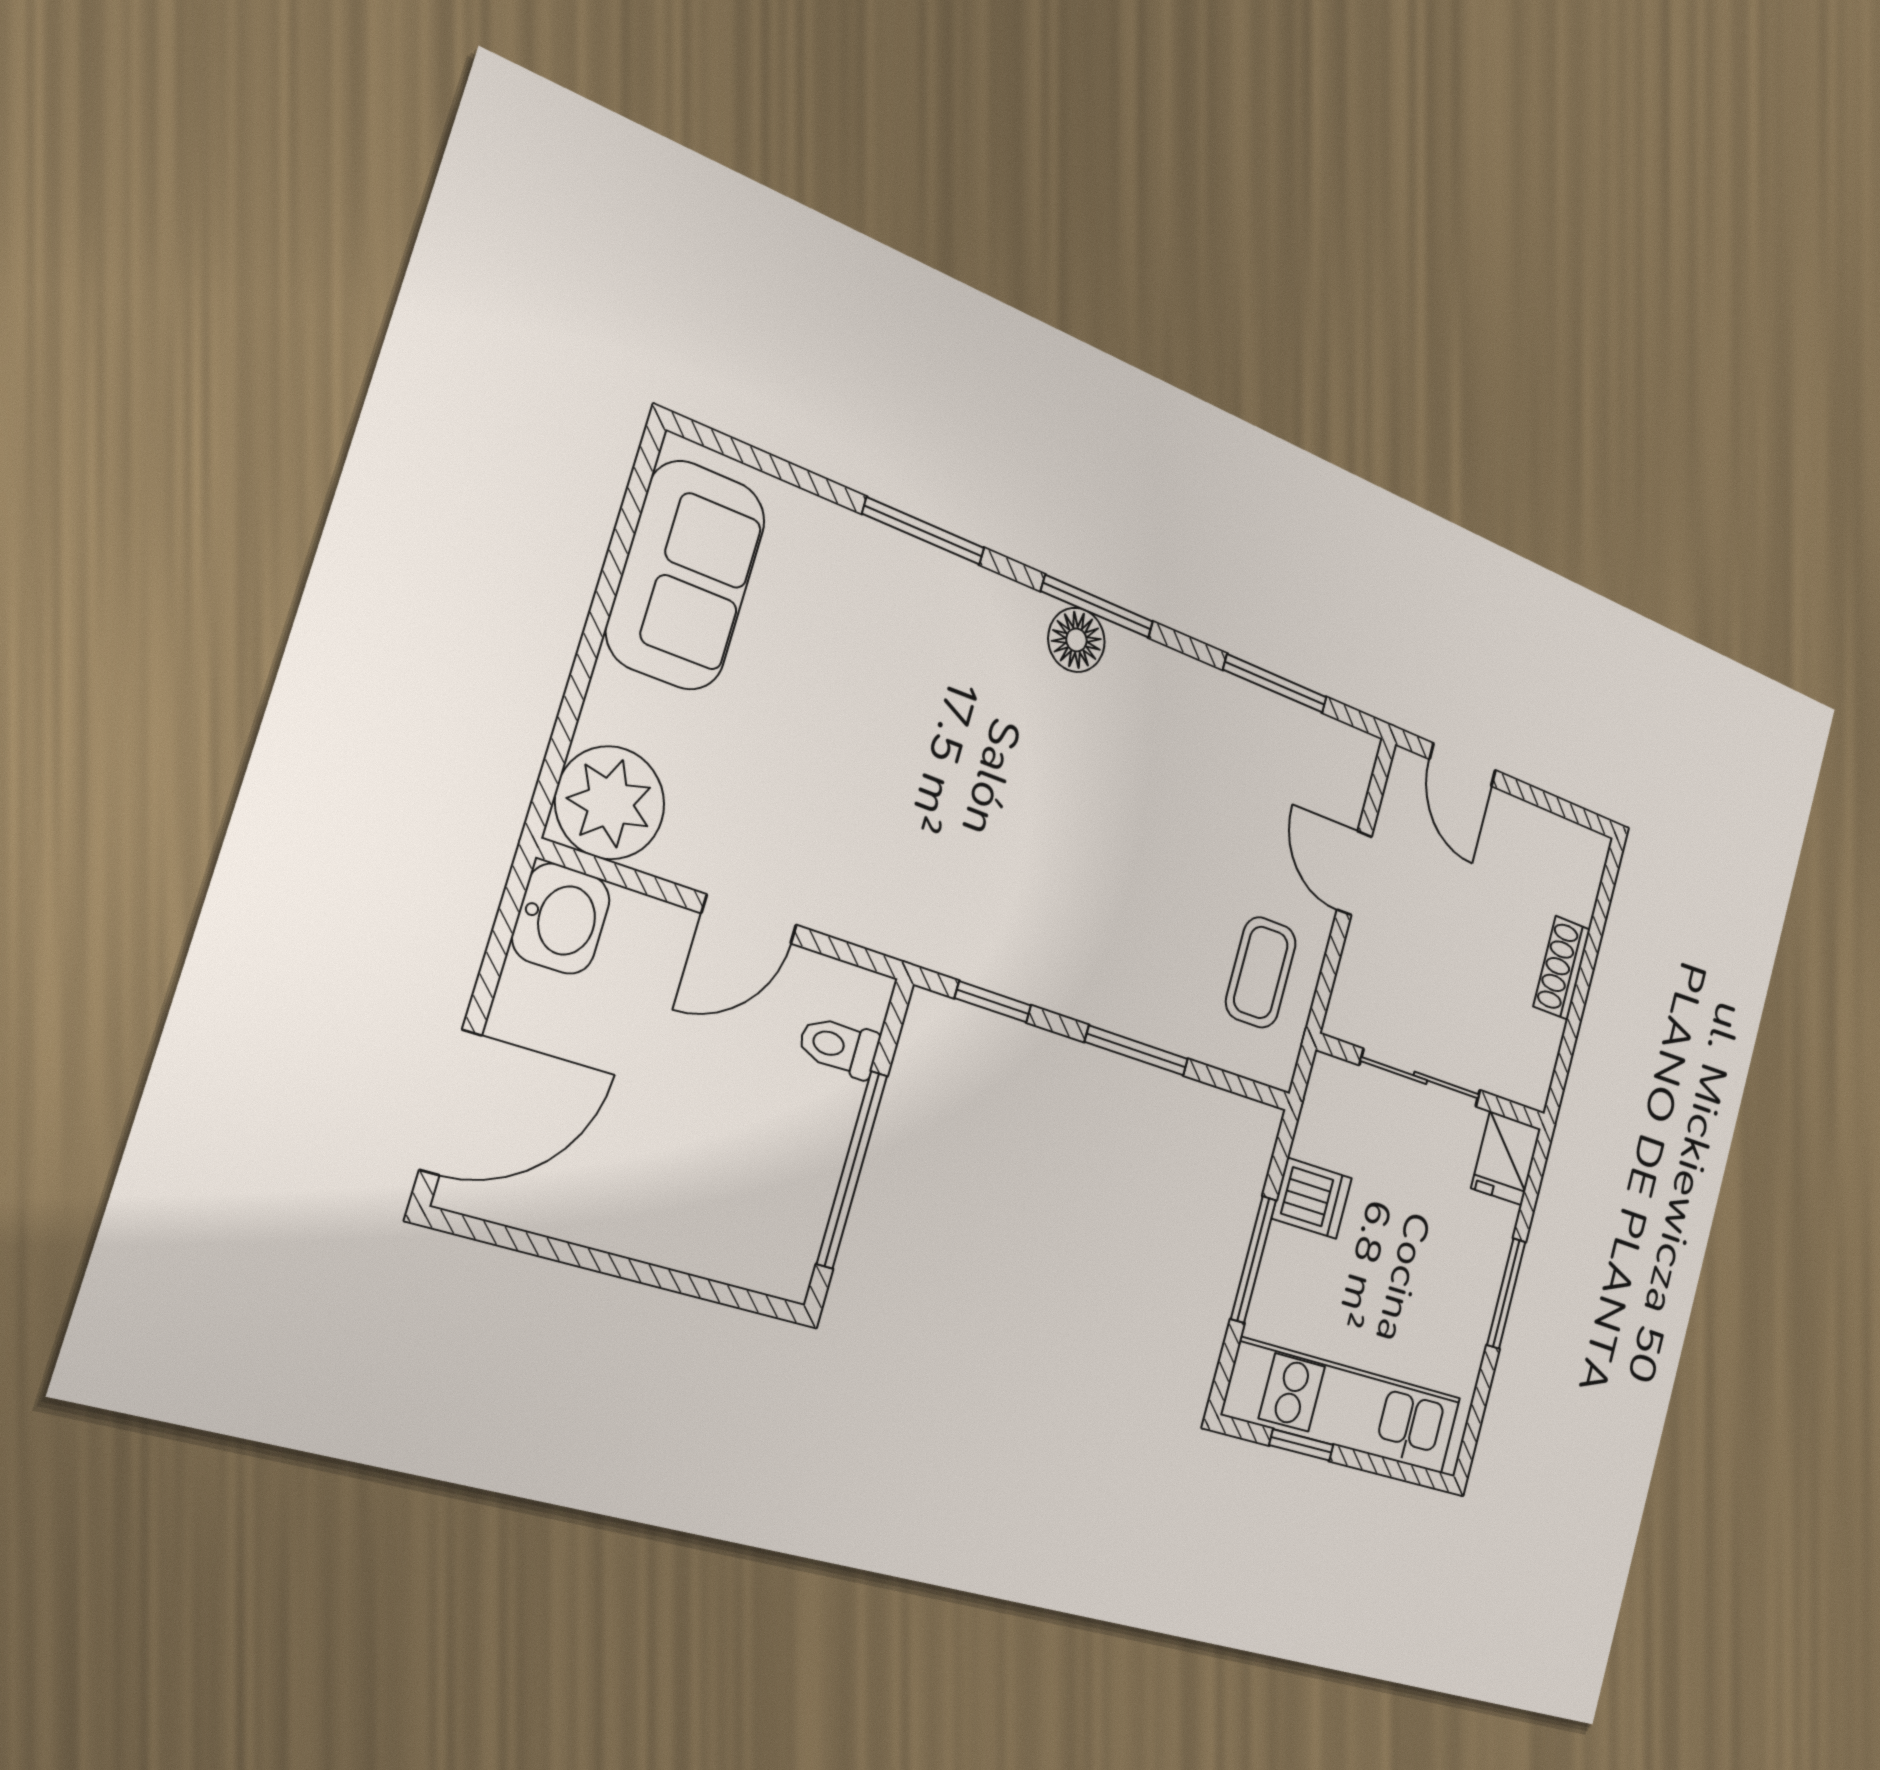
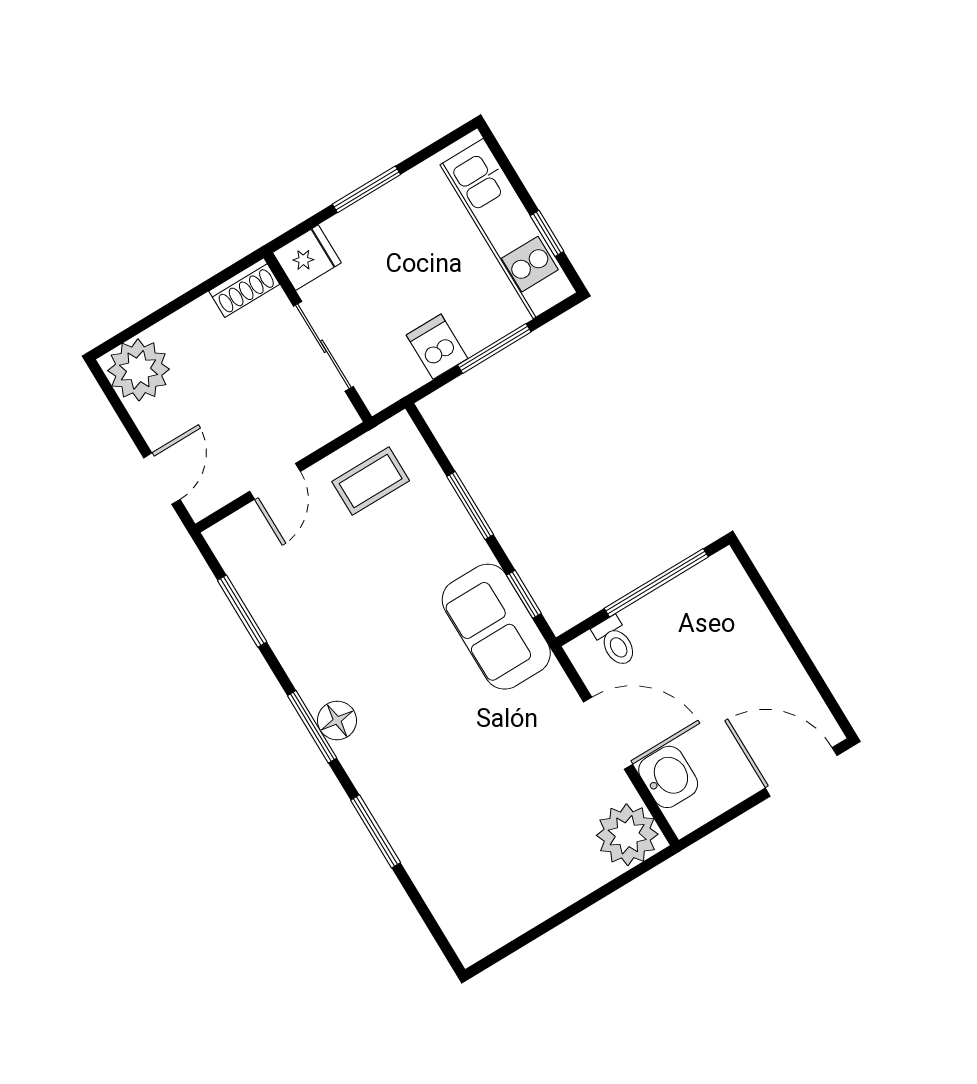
sofa: (686, 575) -> (496, 627), moved, turned -90
plant: (1568, 867) -> (139, 370), added
washbasin: (561, 919) -> (668, 777), moved, turned 90
door: (749, 919) -> (608, 733), width x1.38
shoe rack: (1562, 968) -> (244, 288), moved

